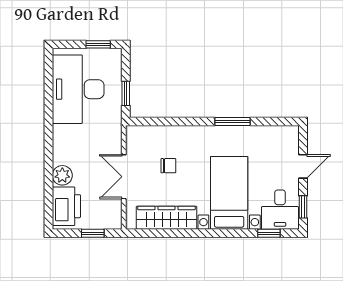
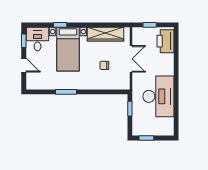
desk: (78, 89) -> (158, 96), moved
door: (303, 166) -> (24, 65), swing flipped
plant: (62, 175) -> (168, 60), removed
window: (269, 233) -> (60, 25), moved

